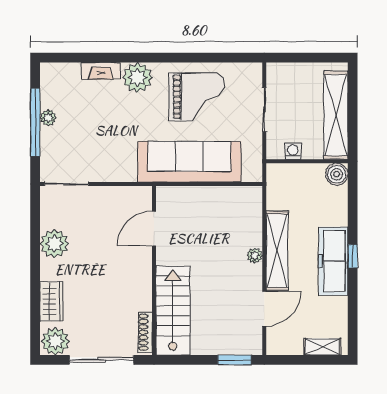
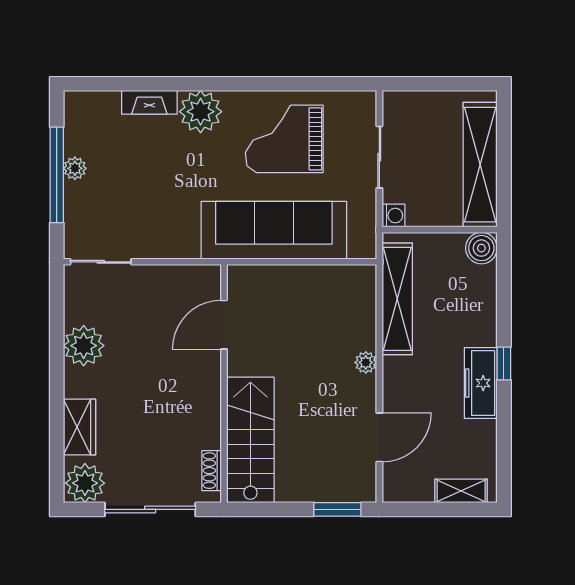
grand piano: (197, 97) -> (284, 139), turned 180
washing machine: (293, 151) -> (393, 216), moved, turned 90
shelving: (277, 251) -> (397, 299), moved
freezer: (333, 261) -> (481, 383), width x0.73, depth x0.79
shoe rack: (145, 332) -> (212, 471), width x0.70

